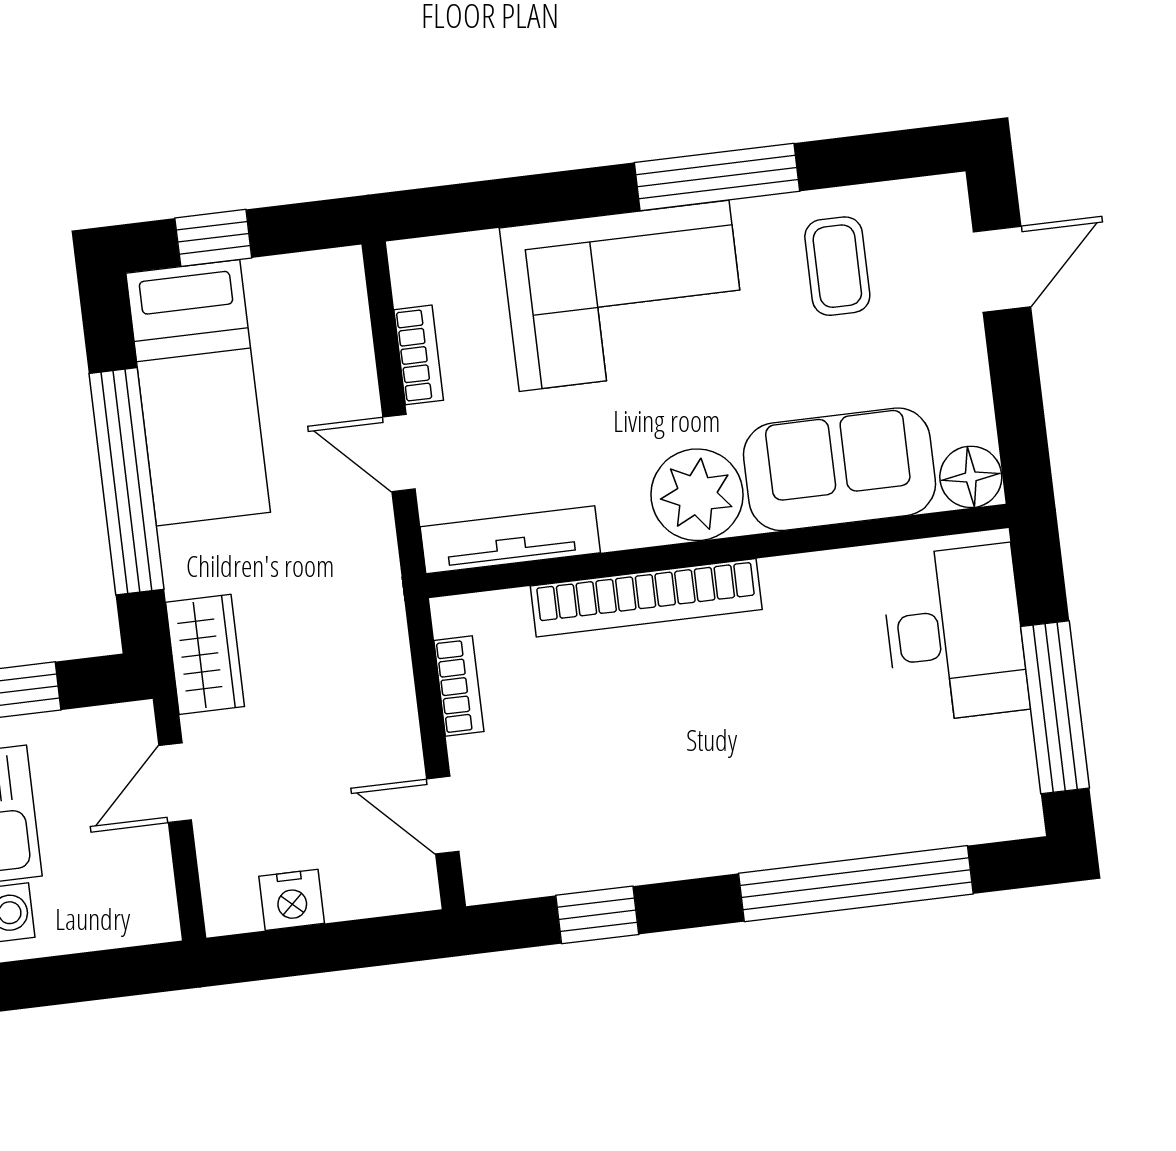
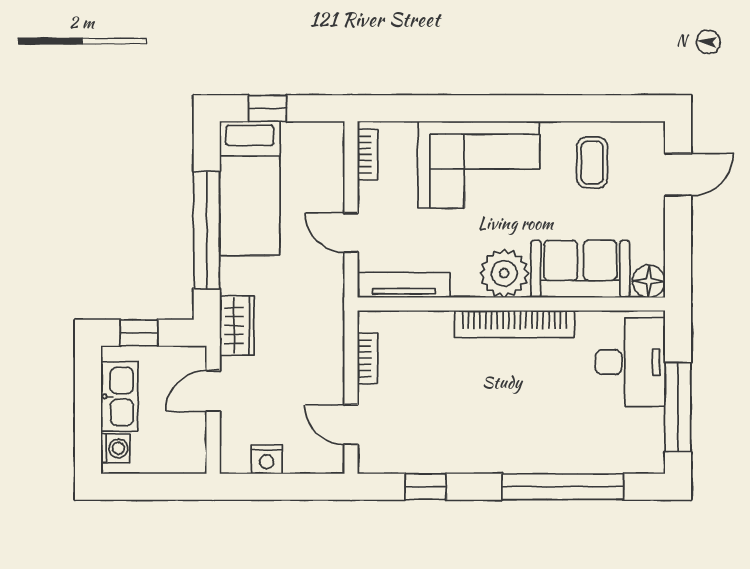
window: (717, 177) -> (535, 108), removed
bookcase: (419, 355) -> (368, 155), moved
bookcase: (646, 598) -> (514, 324), moved

